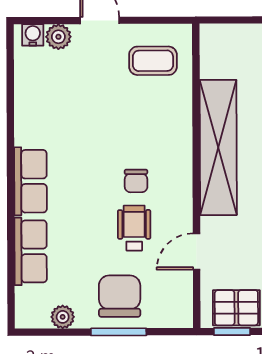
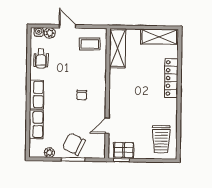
shelving: (218, 147) -> (118, 48), moved, width x0.68
wheelchair: (134, 228) -> (41, 59), moved, turned 180
chair: (120, 296) -> (74, 144), turned -65

